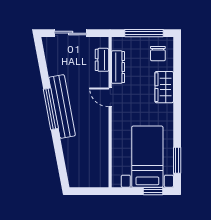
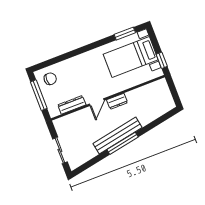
dresser: (102, 60) -> (117, 101), moved
wardrobe: (164, 87) -> (74, 64), removed
window: (153, 191) -> (162, 60), moved

